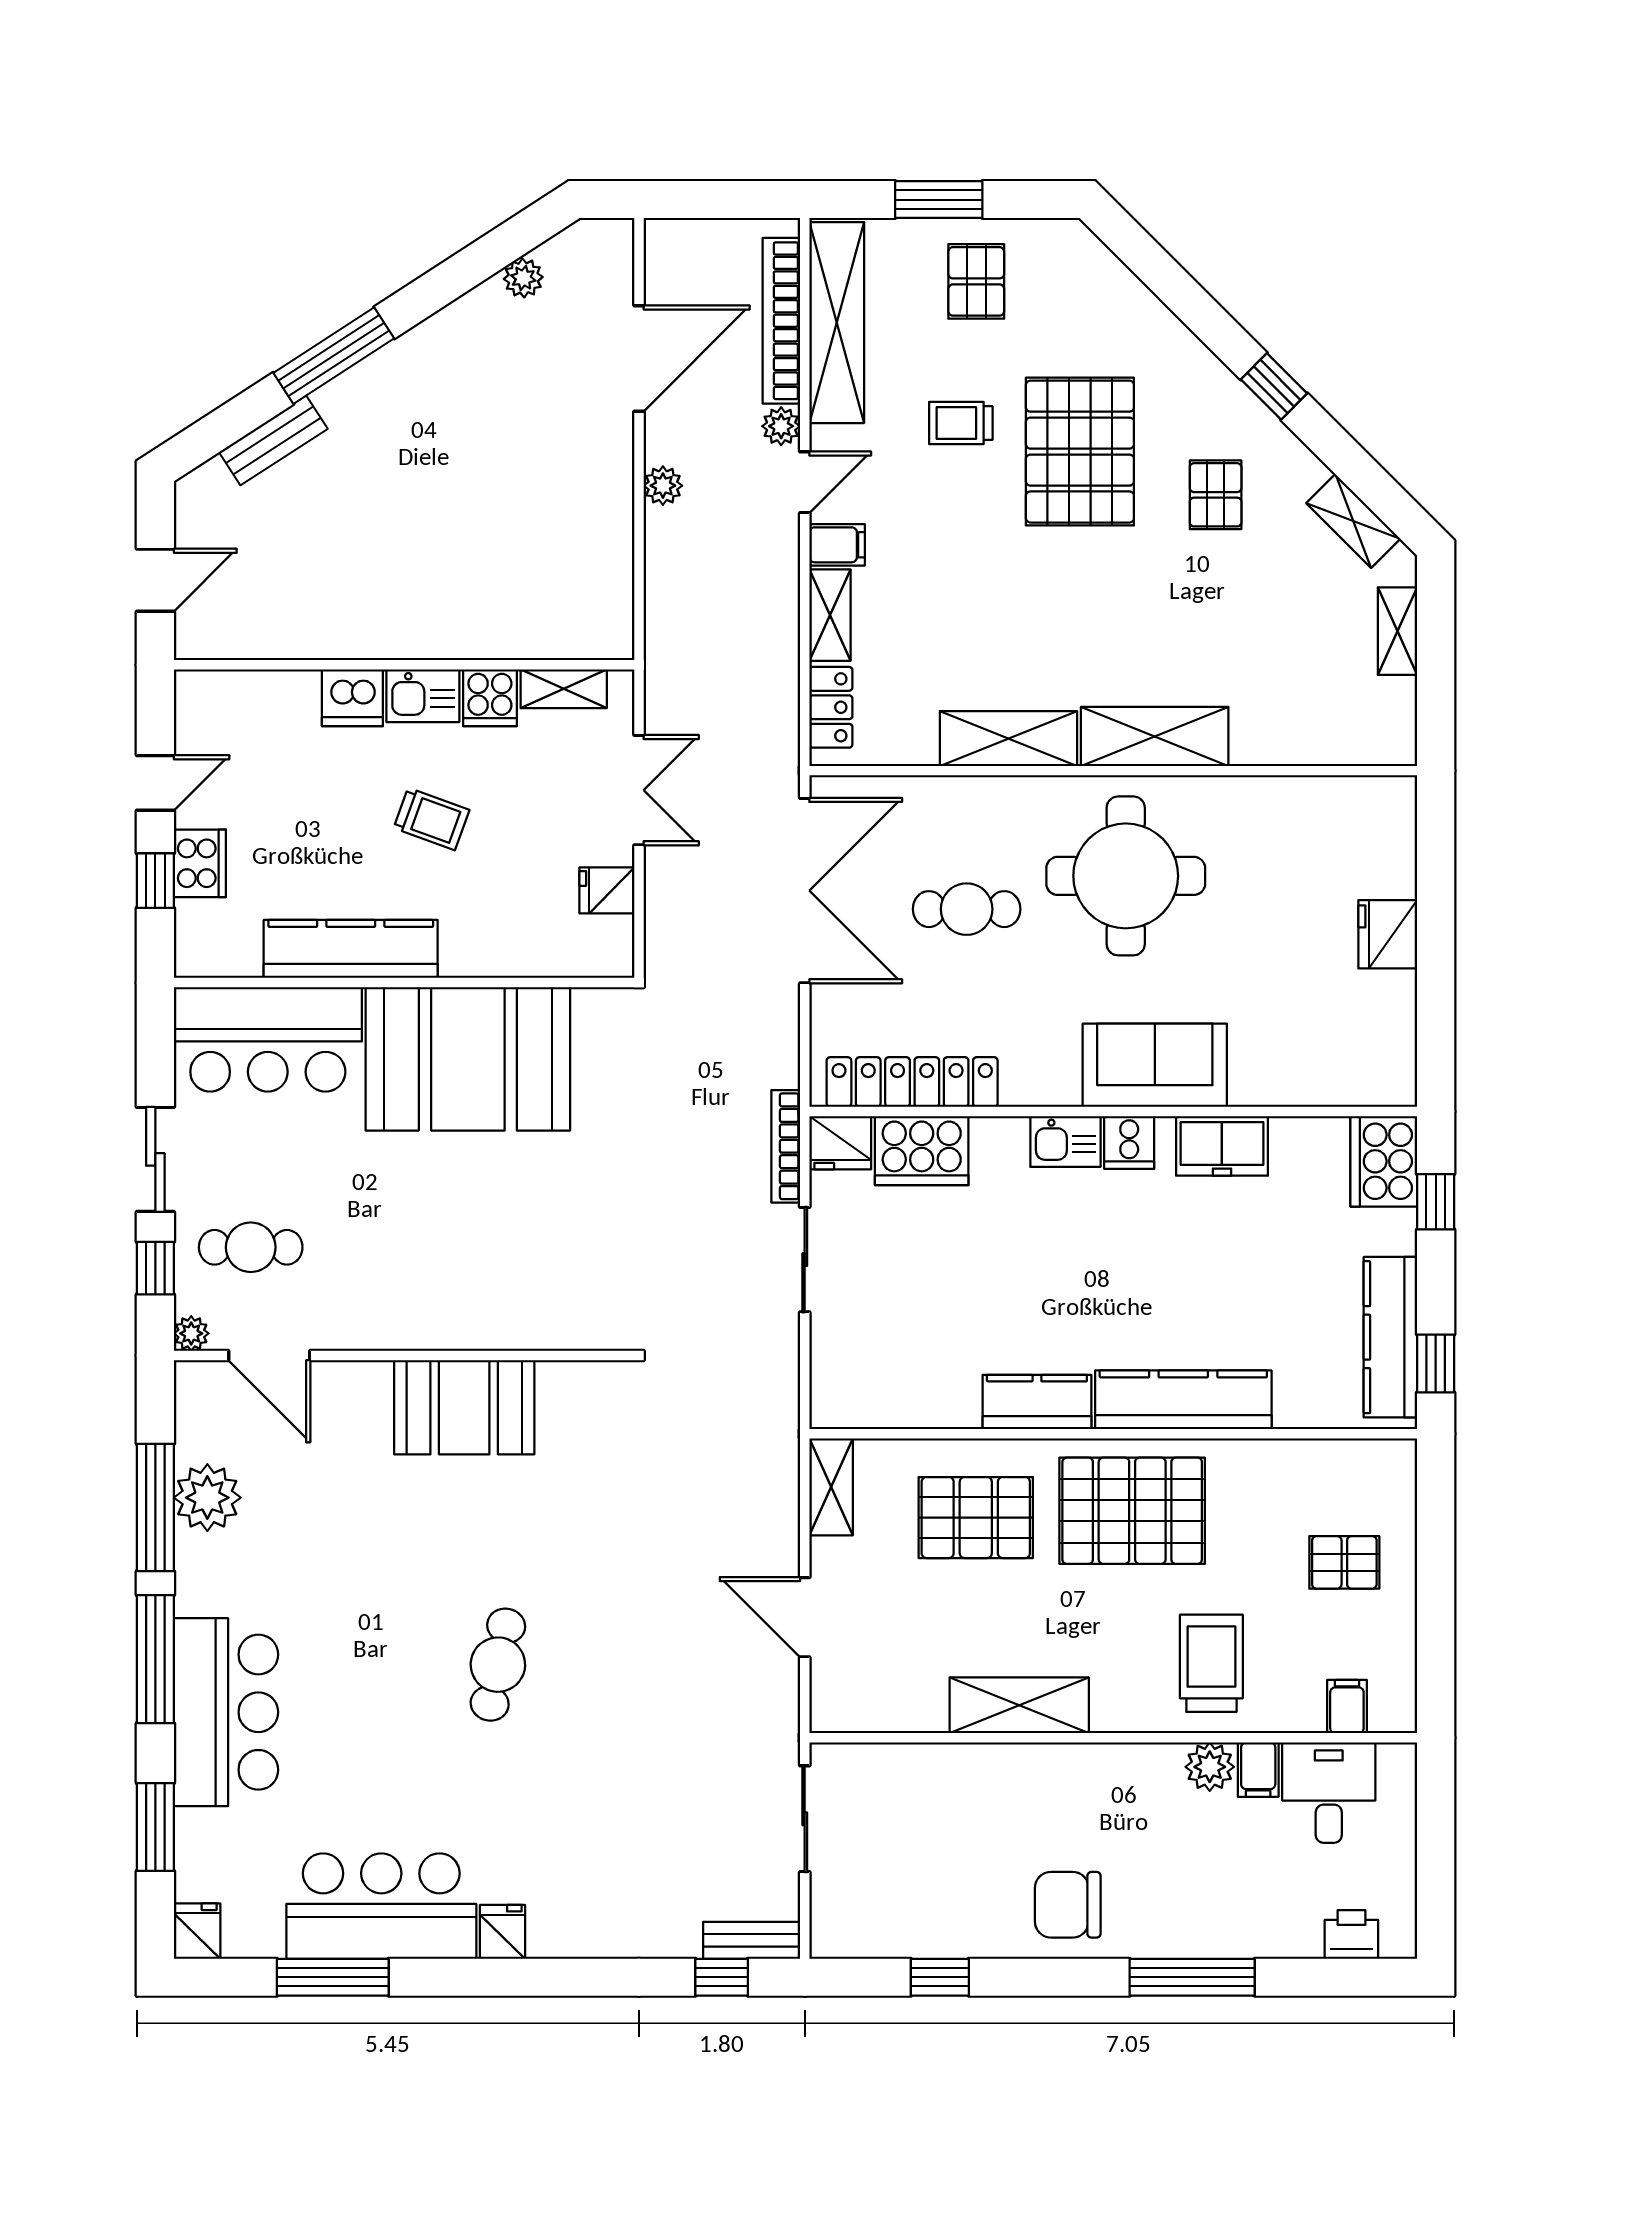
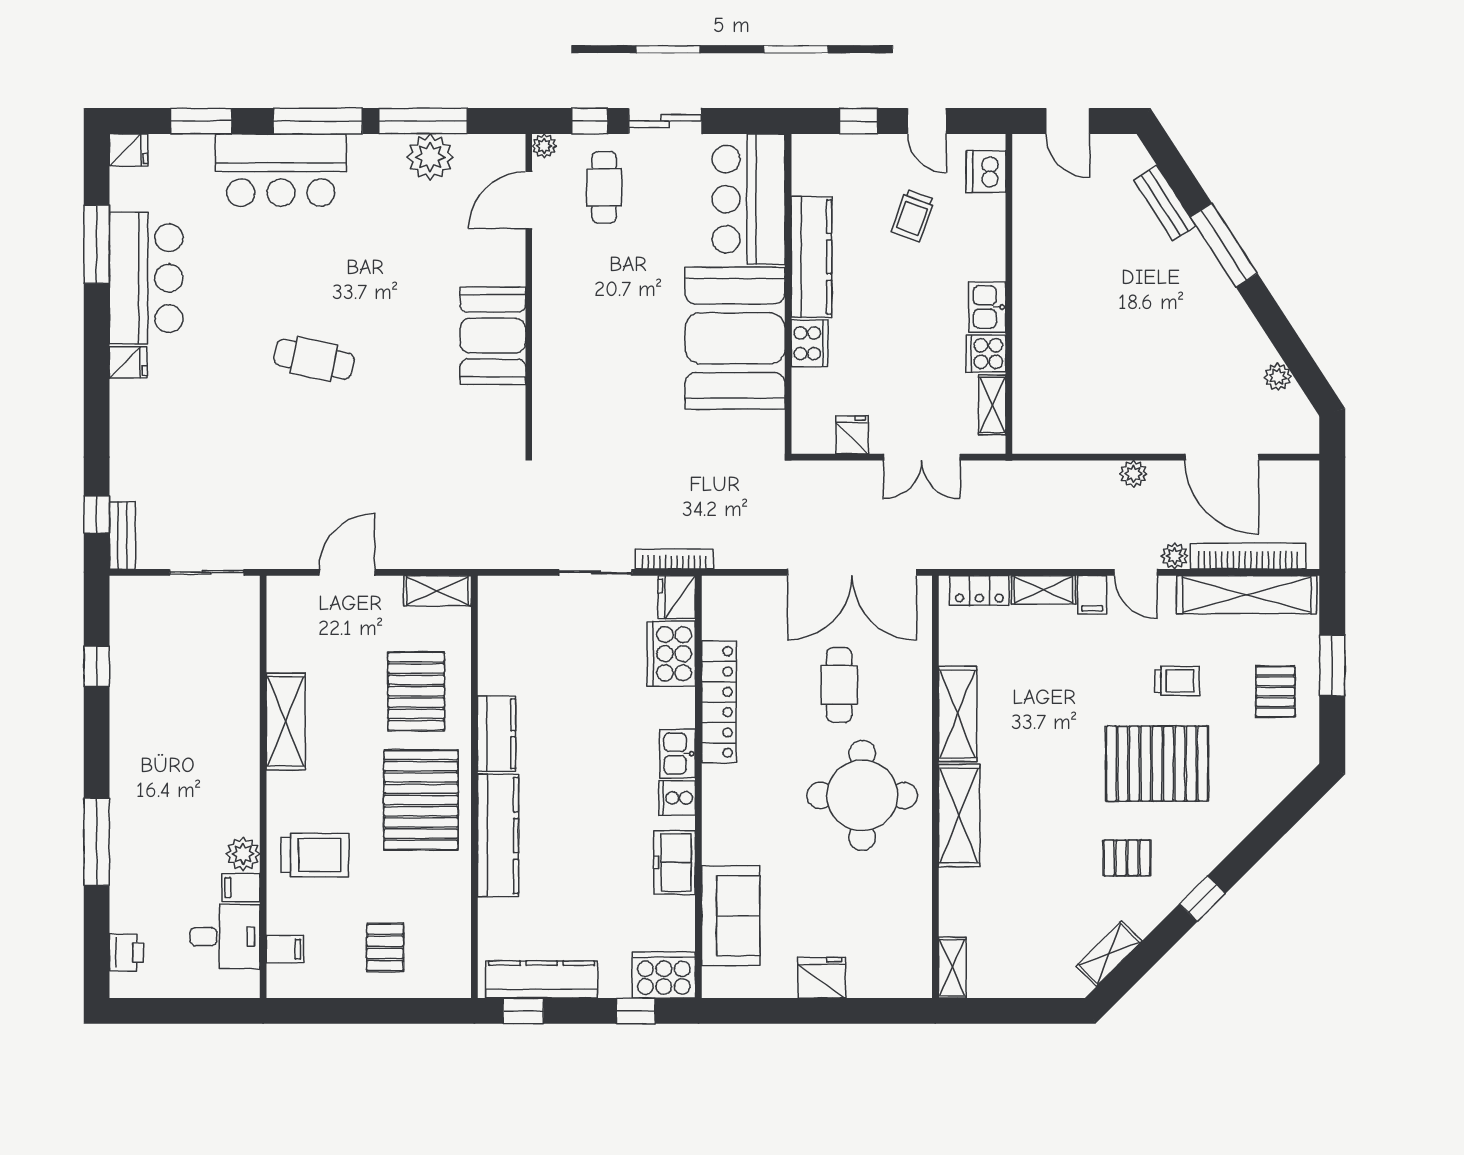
pallet: (976, 281) -> (1275, 692), turned 90
trolley: (961, 423) -> (1177, 681), turned 90
shelving: (1398, 631) -> (952, 968), moved, turned 90
dishwasher: (352, 698) -> (986, 172), moved
trolley: (431, 819) -> (913, 215), moved
cooker: (200, 863) -> (809, 343), moved, turned -90
sofa: (1155, 1065) -> (731, 916), moved
locker: (912, 1082) -> (719, 702), moved
chair: (1068, 1905) -> (147, 755), removed

